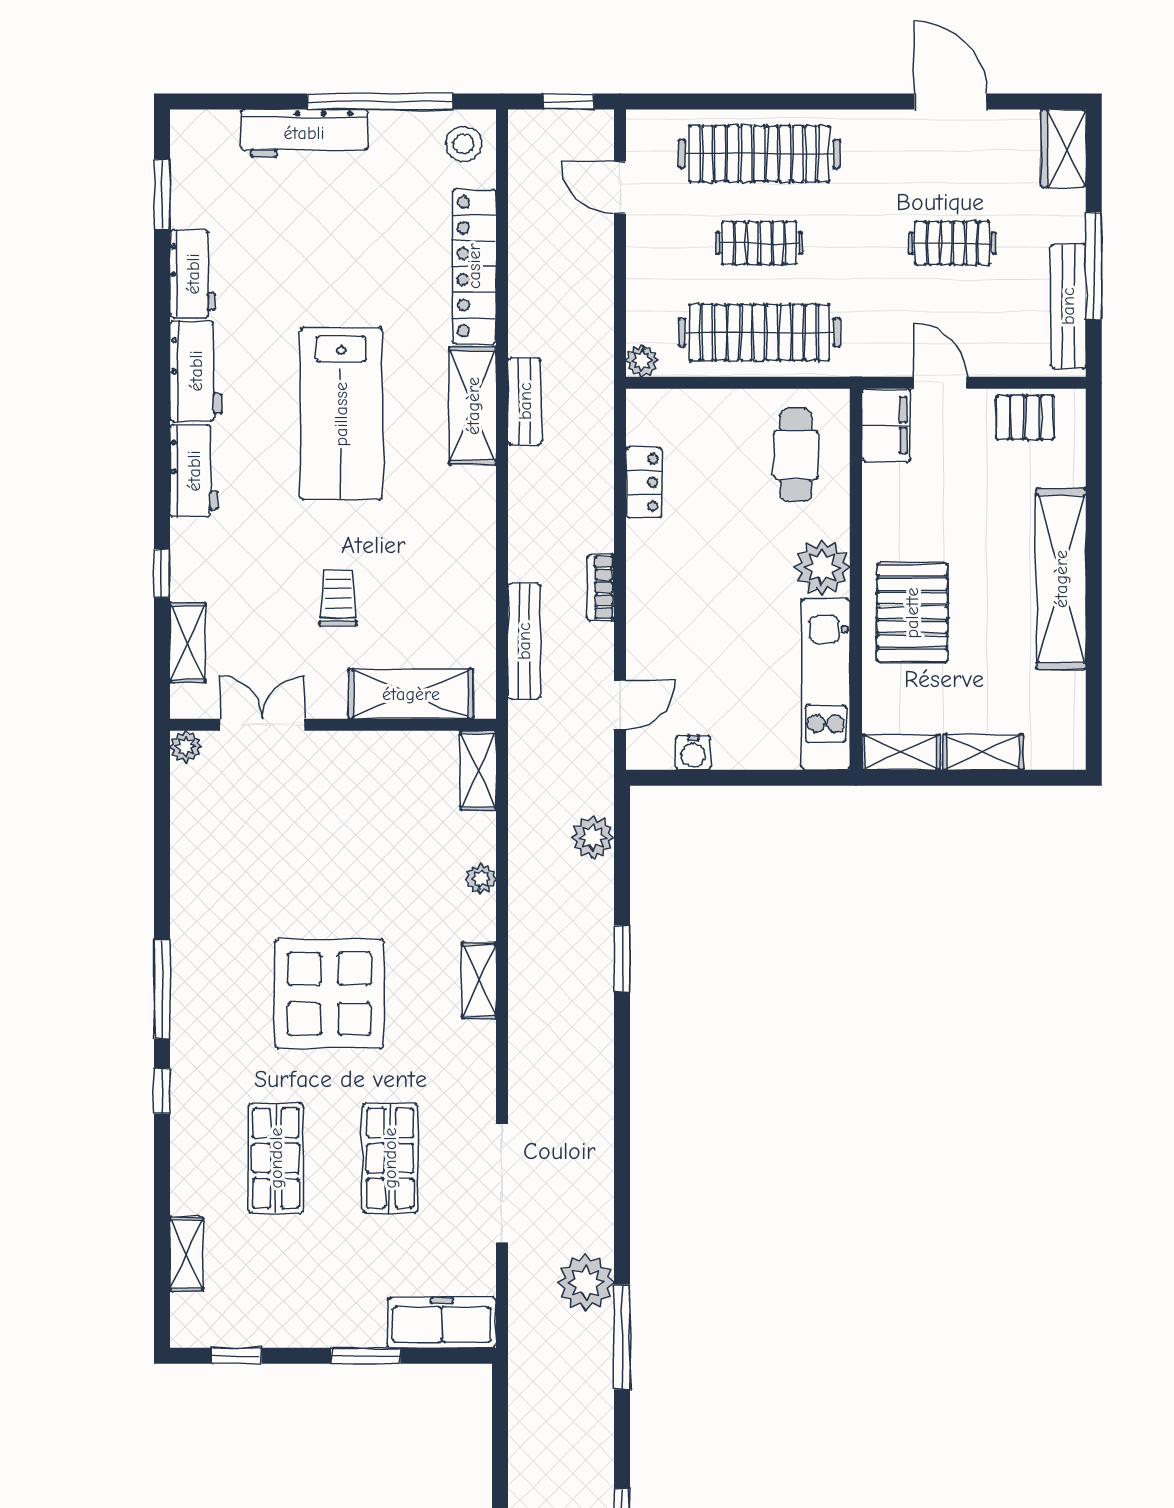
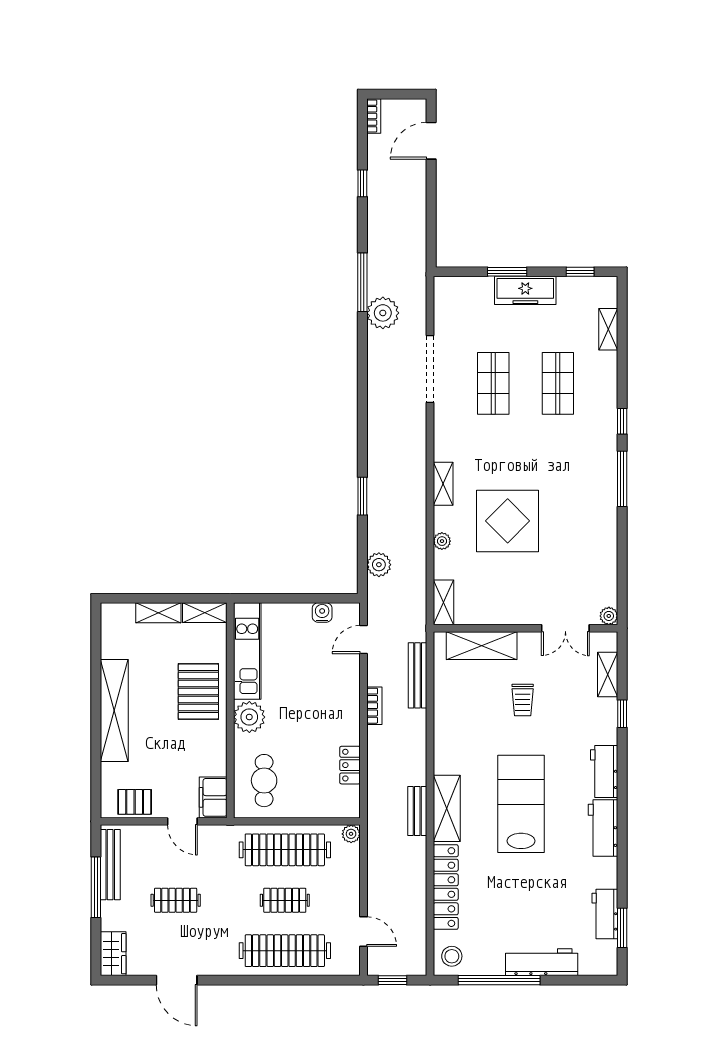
workbench: (193, 274) -> (605, 914), moved
display table: (329, 994) -> (508, 521), moved
freezer: (442, 1323) -> (525, 290), moved

